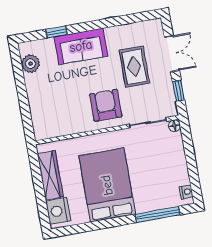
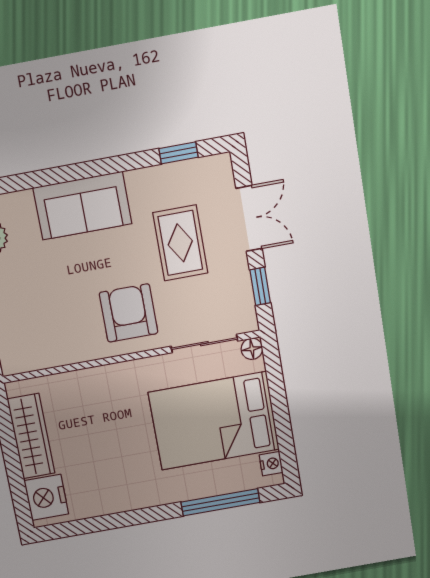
window: (56, 32) -> (178, 153), moved
bed: (107, 185) -> (214, 421), moved, turned -90

